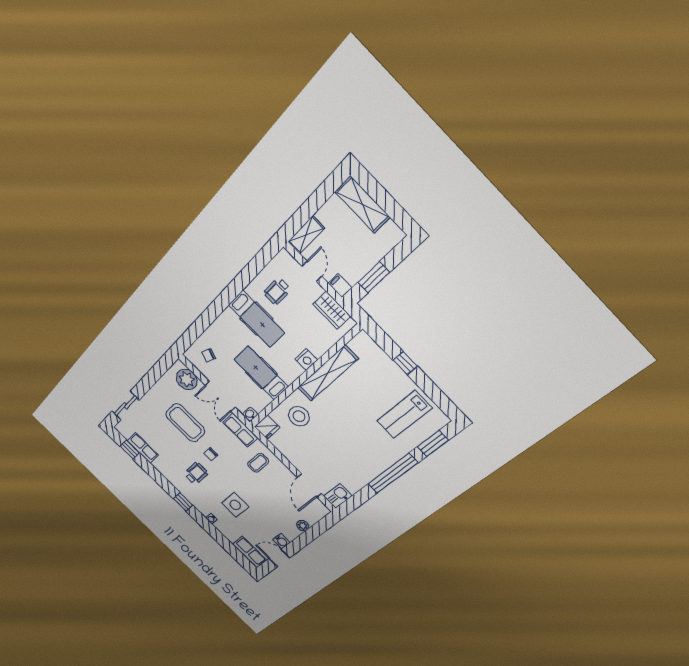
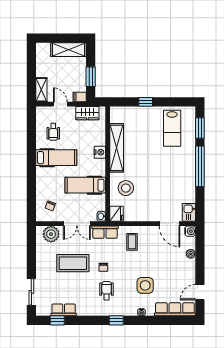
shelving: (362, 205) -> (69, 50), moved
water cooler: (281, 541) -> (190, 231), moved
row of seats: (249, 552) -> (175, 309), width x1.48

